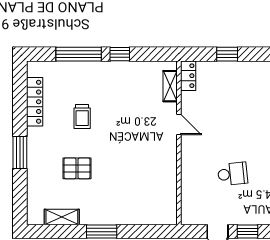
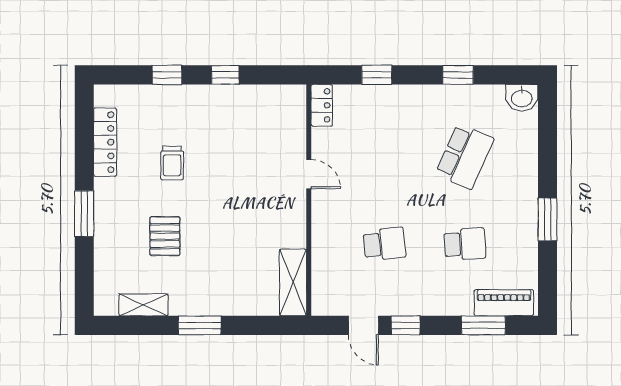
window: (79, 54) -> (167, 75), width x0.46
shelving: (170, 86) -> (293, 282), moved, width x1.50, depth x1.33
pallet: (77, 168) -> (165, 236), turned 90

